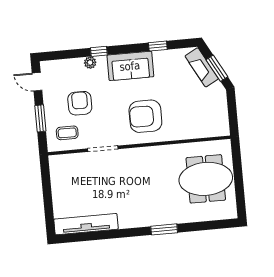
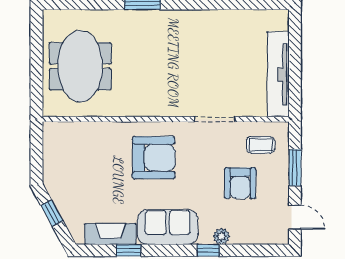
fireplace: (202, 67) -> (110, 234), moved, turned -61
window: (217, 68) -> (52, 213), width x0.67
meeting table: (206, 179) -> (80, 66), turned 90
tv unit: (86, 224) -> (278, 74), moved, turned 90

